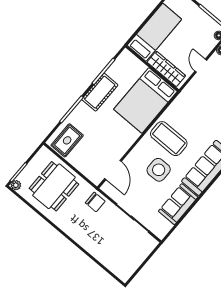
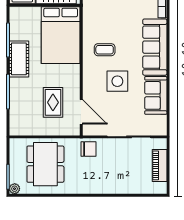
coffee table: (169, 139) -> (105, 50), width x0.54, depth x0.58
rug: (67, 140) -> (53, 102), moved
piano: (137, 258) -> (160, 165), added

